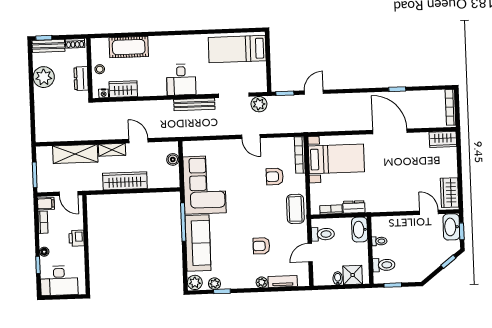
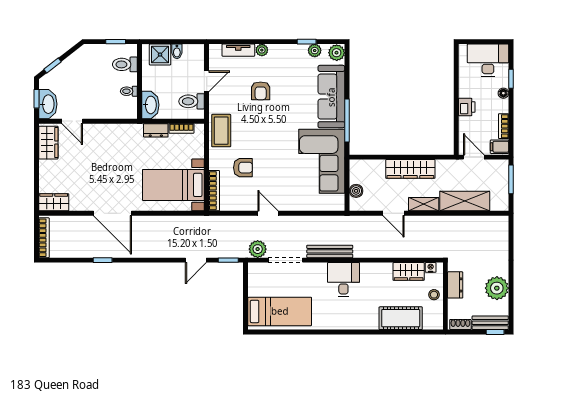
armchair: (261, 246) -> (261, 91), turned 90

